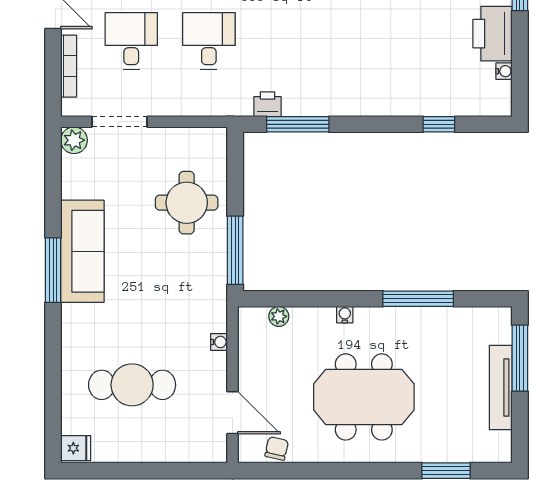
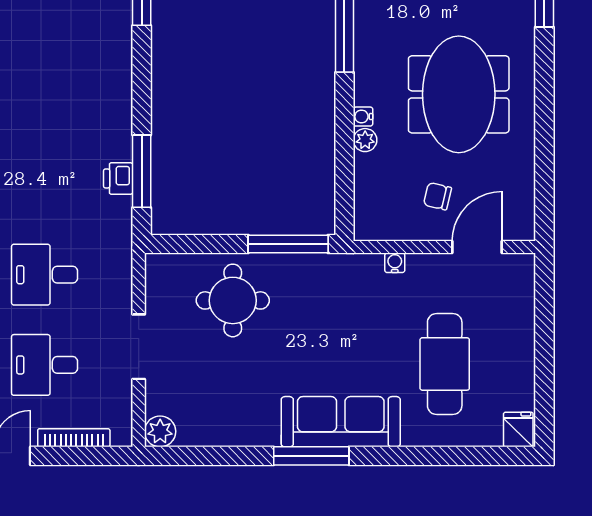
printer: (268, 104) -> (118, 178), moved
doorway: (119, 122) -> (139, 347), moved
sofa: (82, 251) -> (341, 422), moved
plant: (279, 316) -> (365, 140), moved
chair: (277, 448) -> (437, 196), moved

